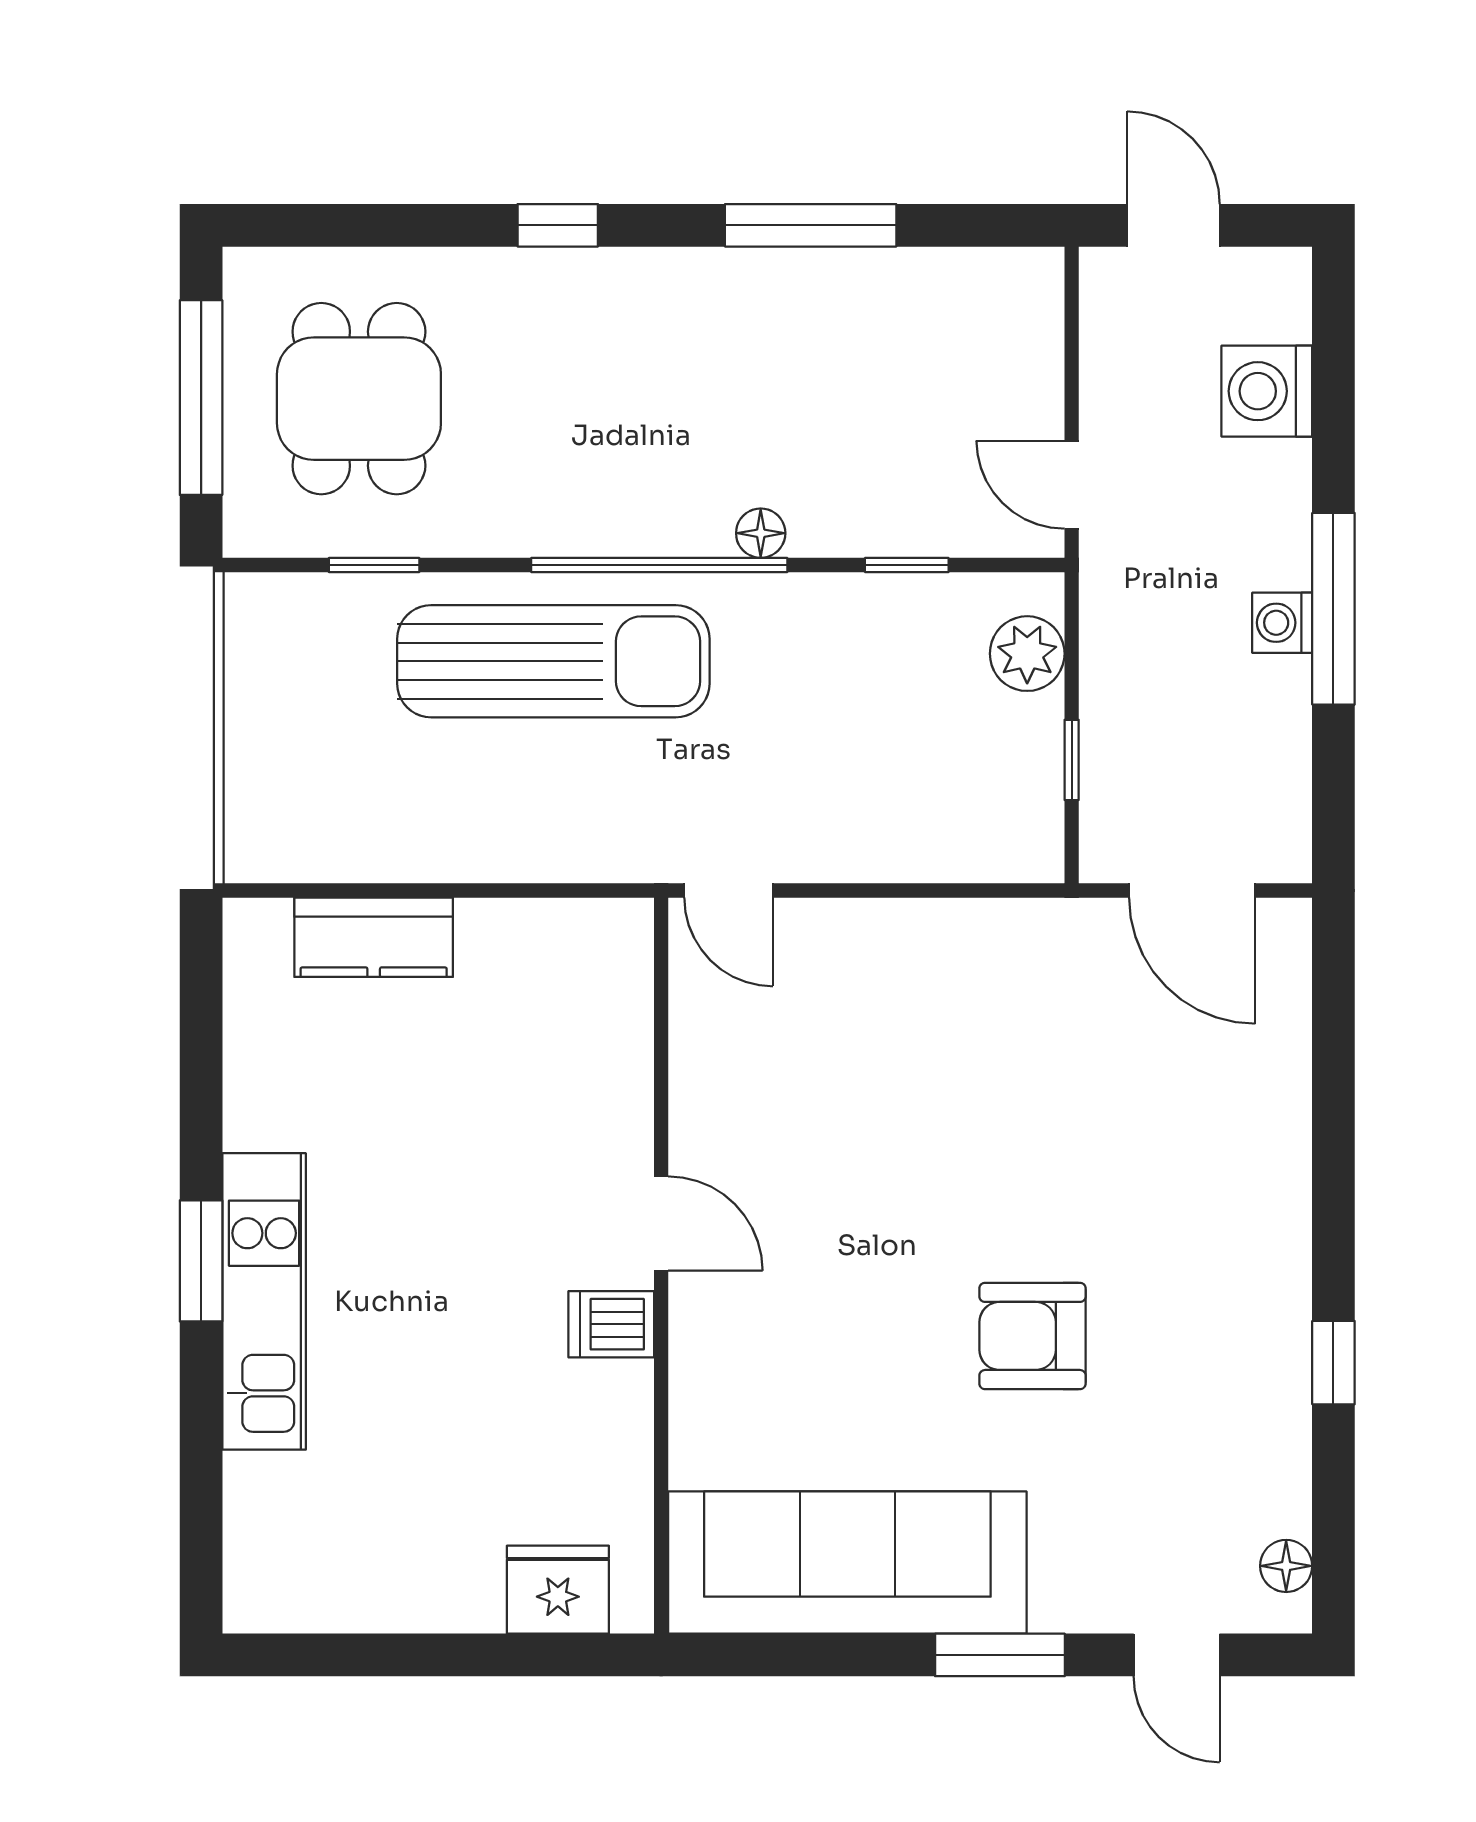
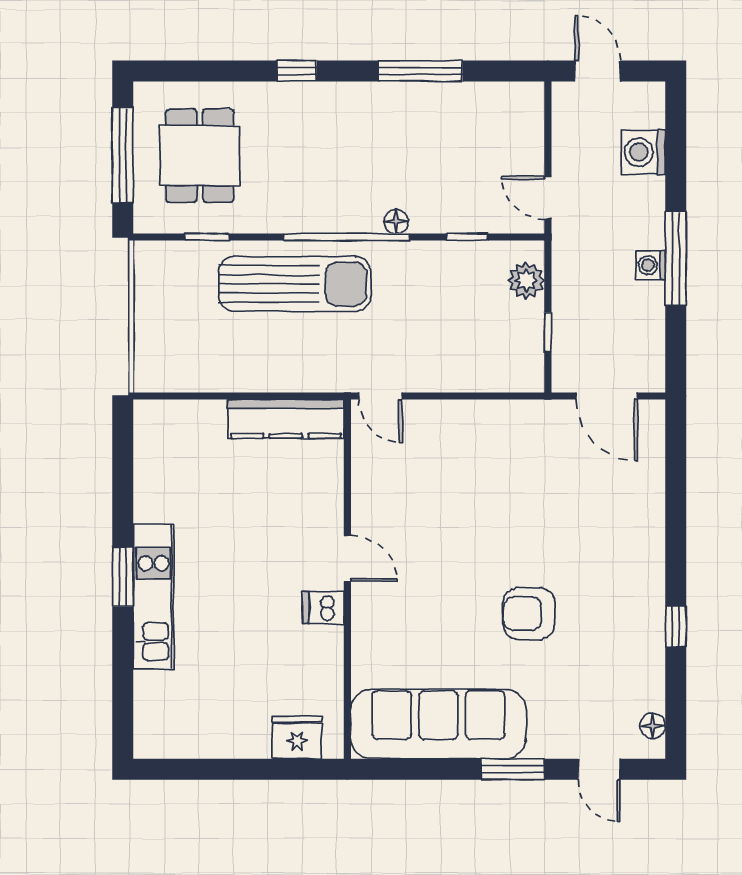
kitchen counter: (374, 937) -> (286, 419), moved, width x1.50

